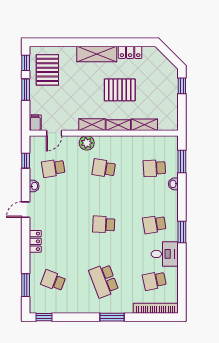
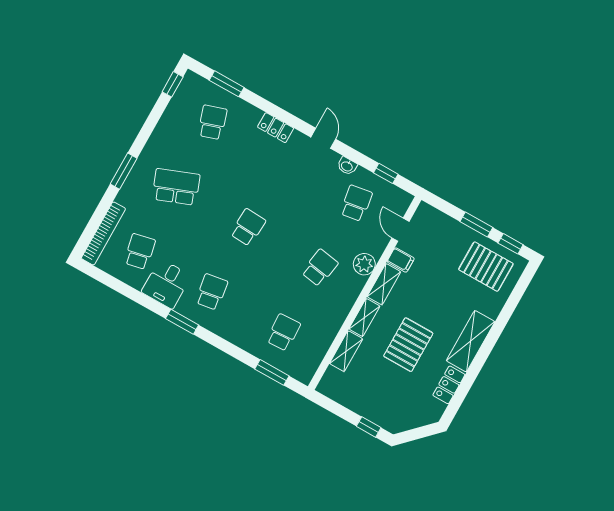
filing cabinet: (35, 123) -> (401, 260), moved
washbasin: (173, 184) -> (250, 345), removed
school desk: (53, 281) -> (212, 122), turned -39

